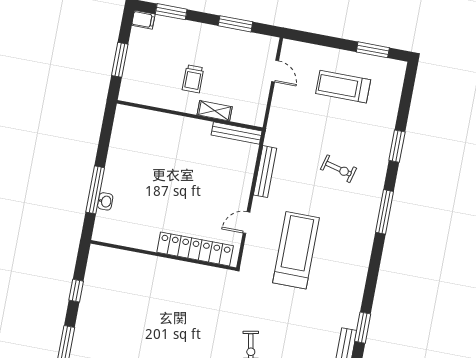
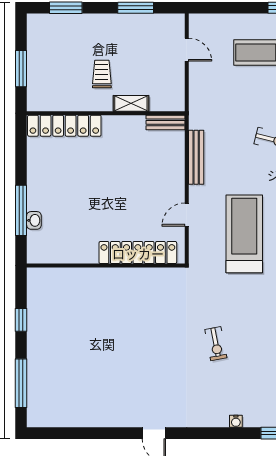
filing cabinet: (143, 20) -> (38, 22), removed
trolley: (193, 79) -> (102, 74), turned 180
locker: (150, 120) -> (64, 126), added
bench: (237, 133) -> (166, 122), width x0.73

